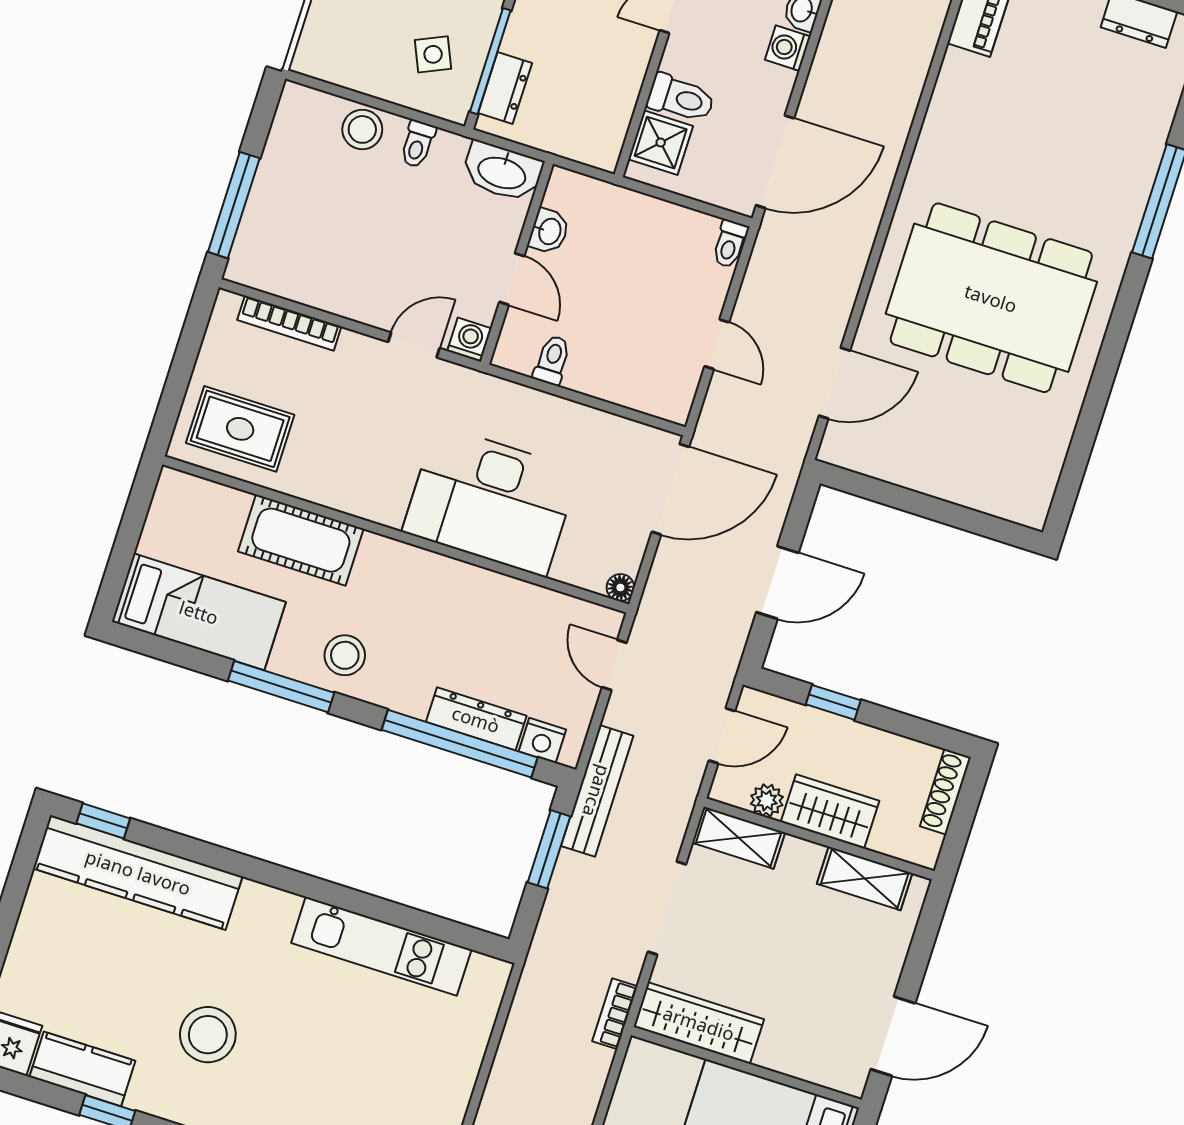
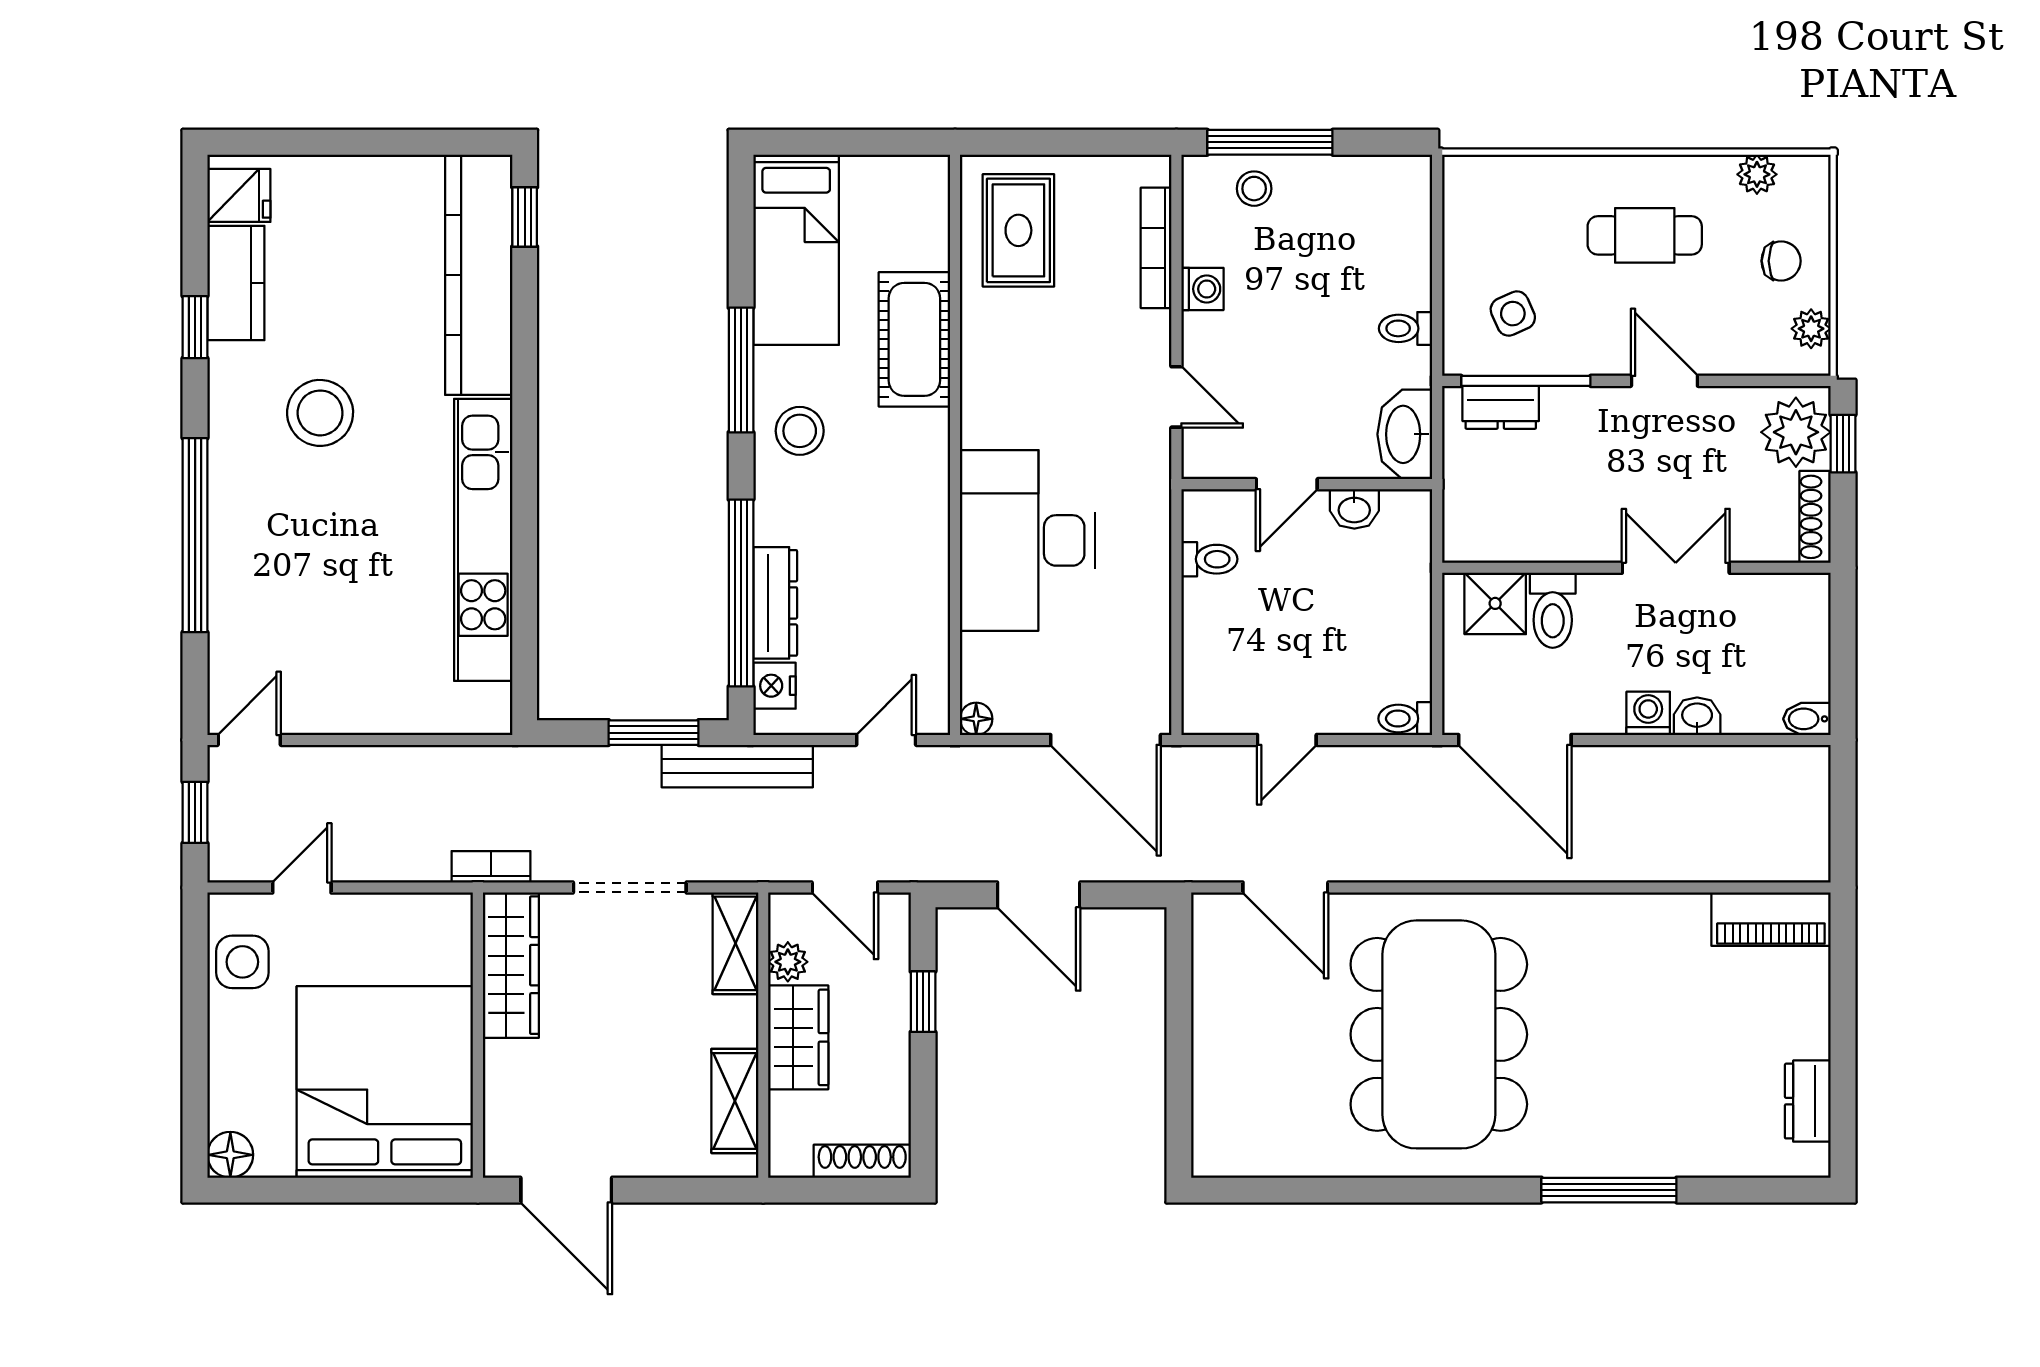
stool: (362, 129) -> (1254, 189), moved, width x0.73, depth x0.73
washing machine: (469, 340) -> (1202, 289), moved
kitchen unit: (381, 946) -> (483, 540), width x1.36

